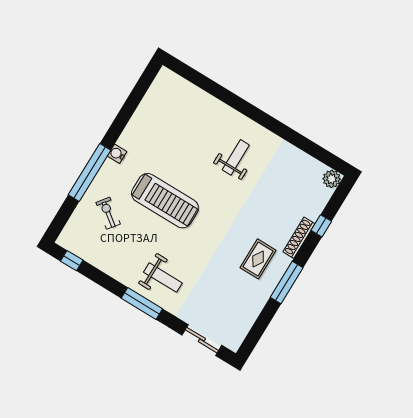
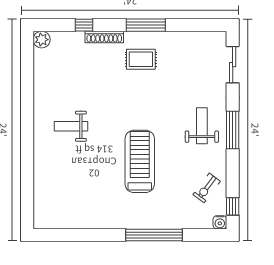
water cooler: (117, 154) -> (220, 222), moved
exercise bike: (108, 213) -> (207, 188), moved

